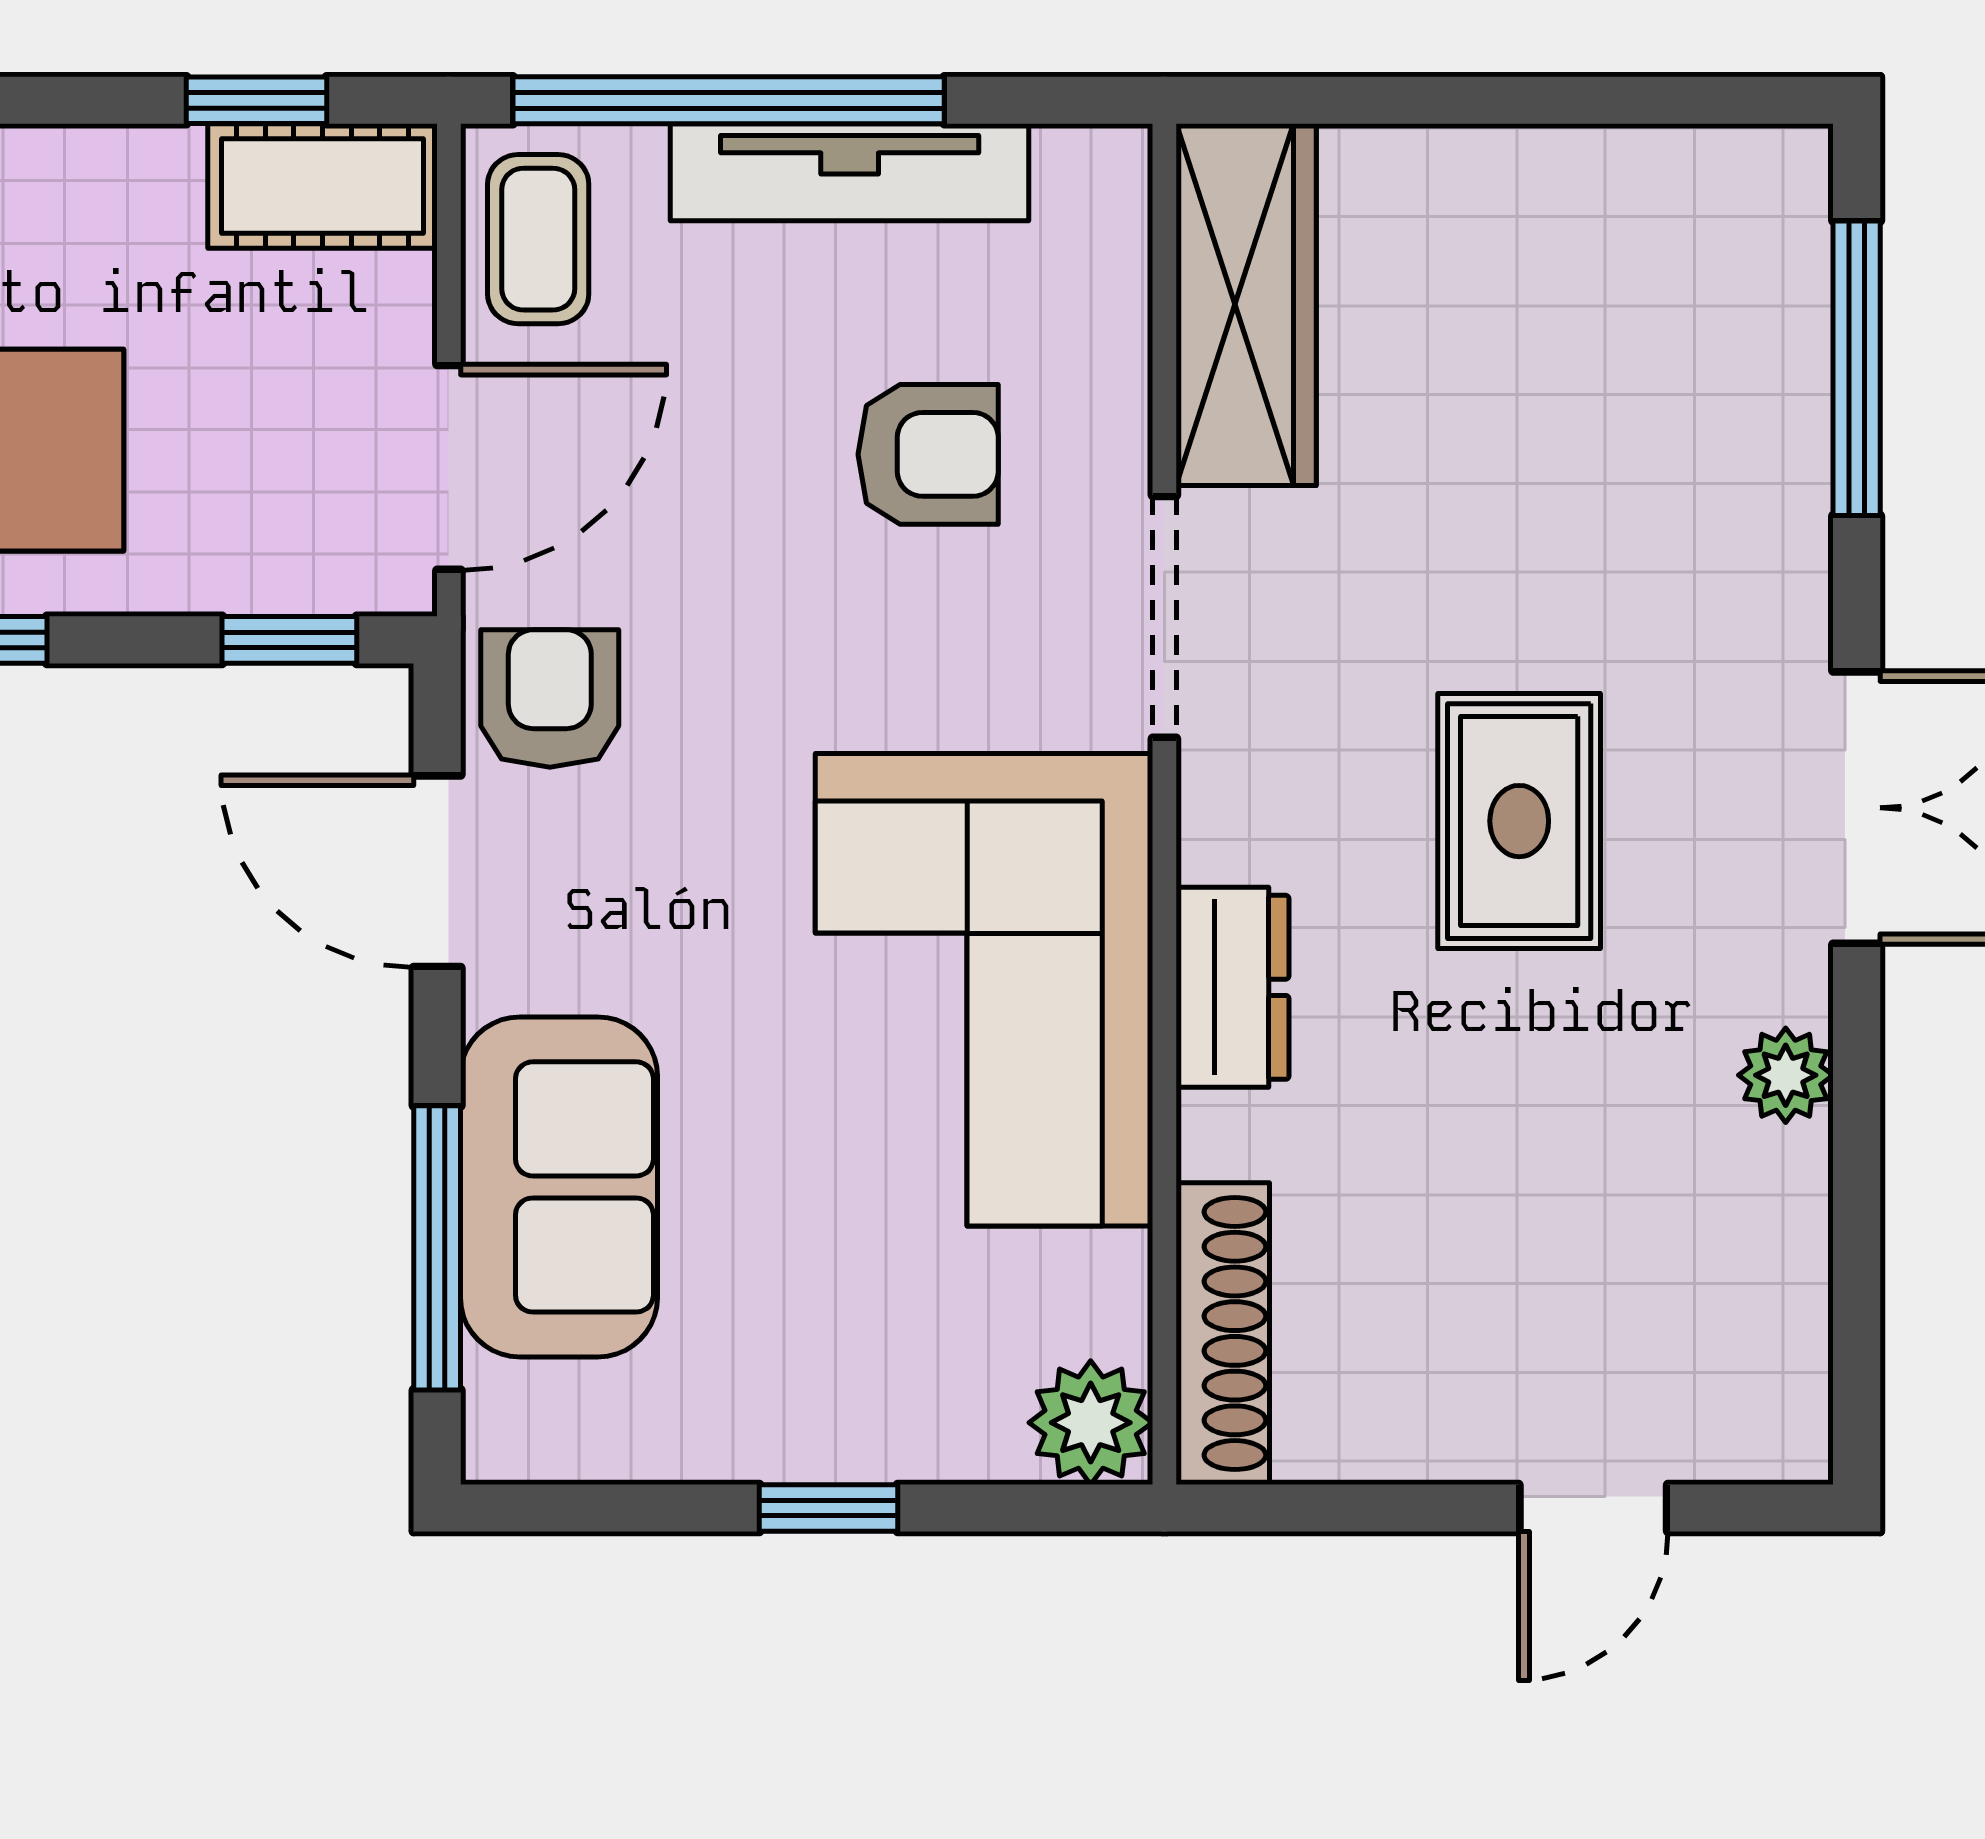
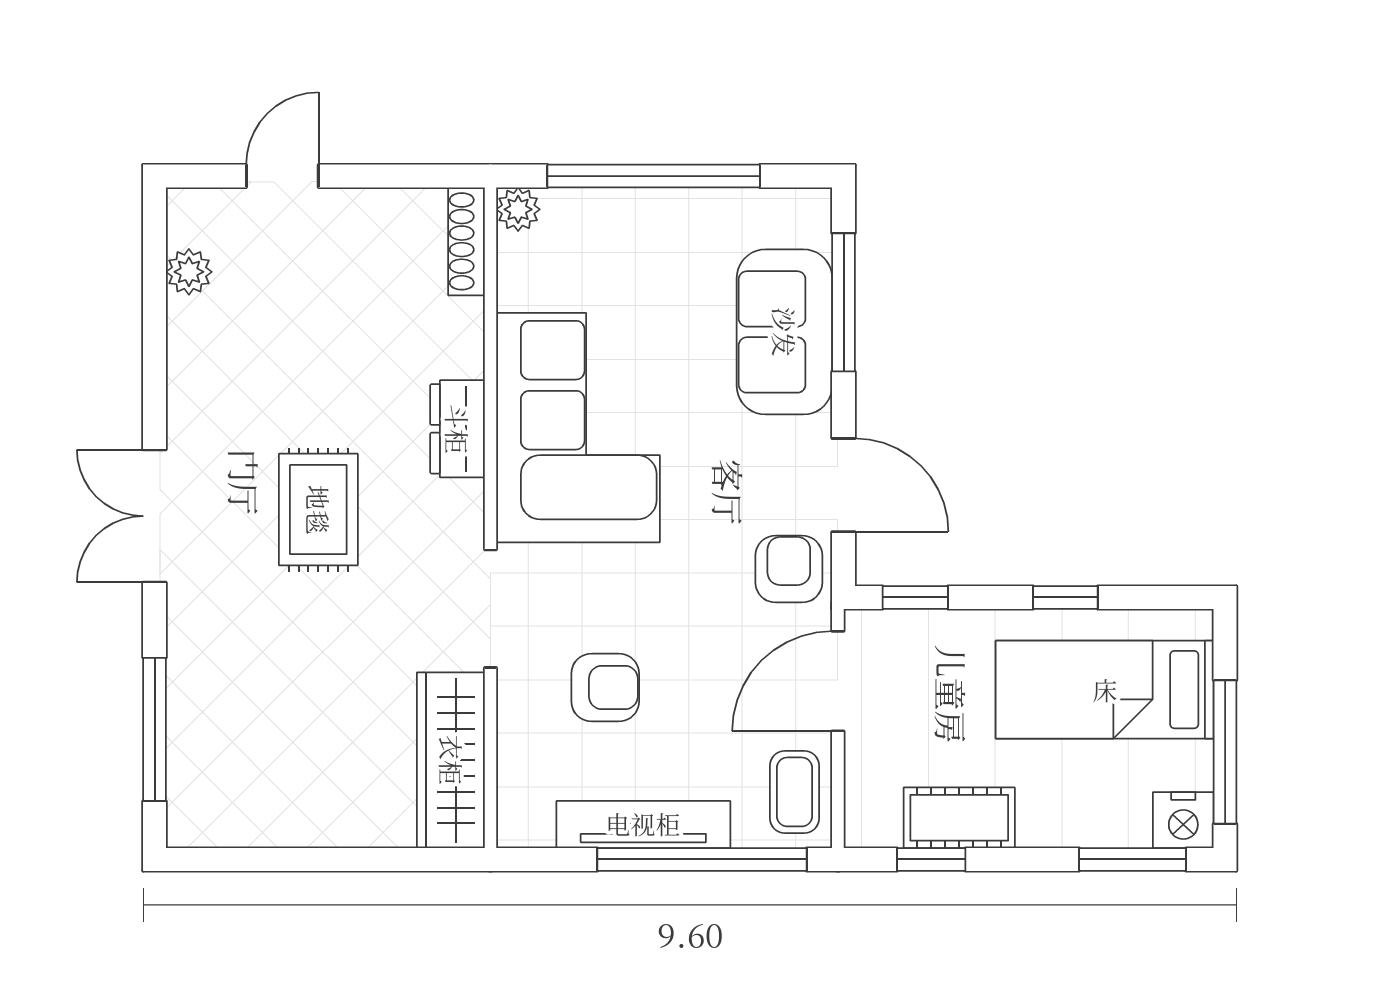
cot: (322, 186) -> (959, 818), moved
armchair: (928, 454) -> (605, 688), turned 180
armchair: (550, 698) -> (789, 569), turned 180
plant: (1786, 1075) -> (189, 272), moved
shoe rack: (1223, 1334) -> (466, 241), width x0.74, depth x0.81
plant: (1091, 1423) -> (518, 209), width x0.73, depth x0.73
window: (828, 1508) -> (654, 176), width x3.17

